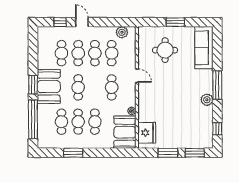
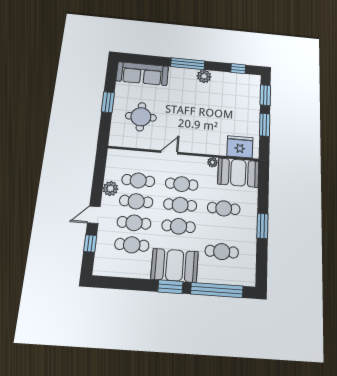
plant: (122, 32) -> (110, 189), moved
cafe table: (78, 122) -> (180, 205), moved
window: (73, 153) -> (262, 226), moved

